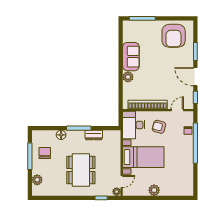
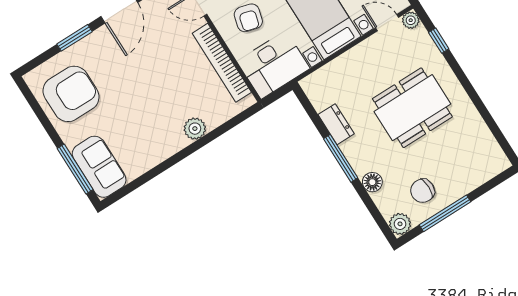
sofa: (131, 57) -> (99, 167), moved, turned 90
plant: (37, 180) -> (400, 224), moved

